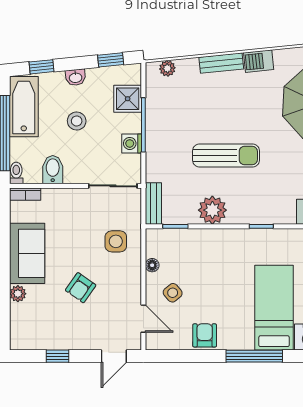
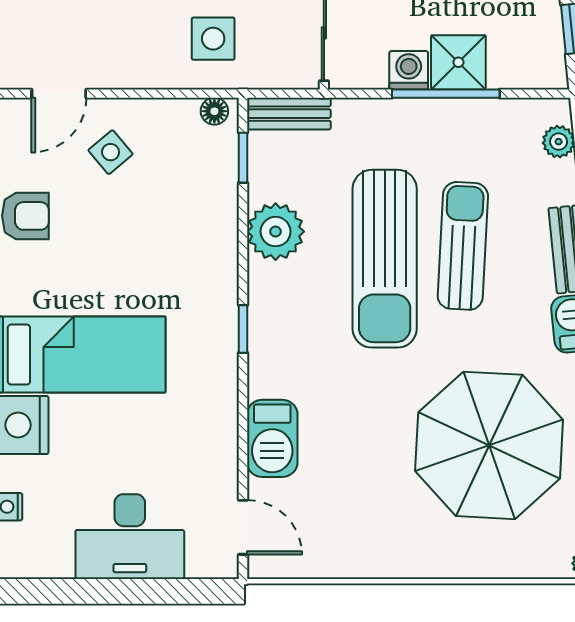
shower: (128, 99) -> (458, 62), moved
sun lounger: (220, 116) -> (463, 246), added
sun lounger: (226, 155) -> (385, 259), width x1.36, depth x1.34
floor lamp: (152, 265) -> (214, 111), moved

